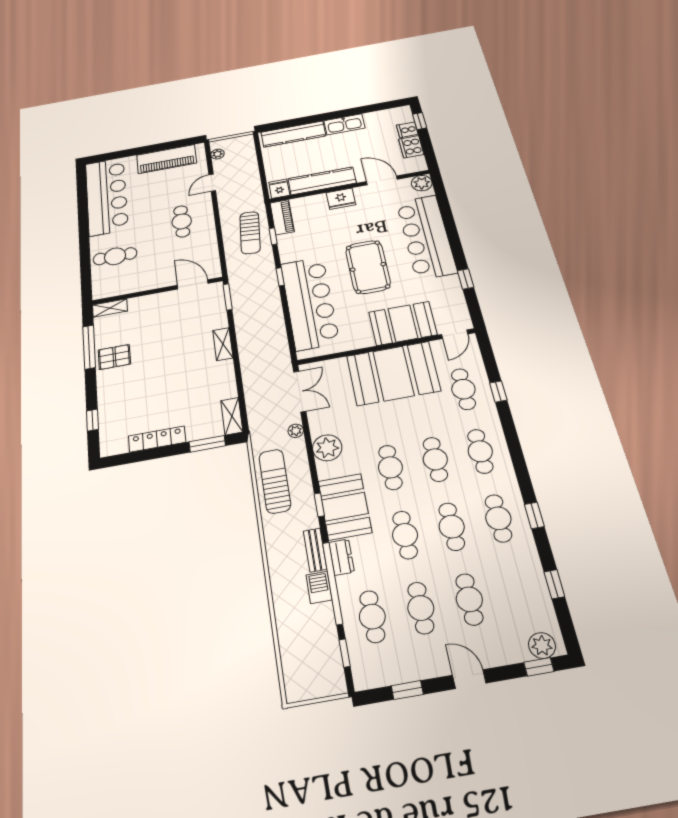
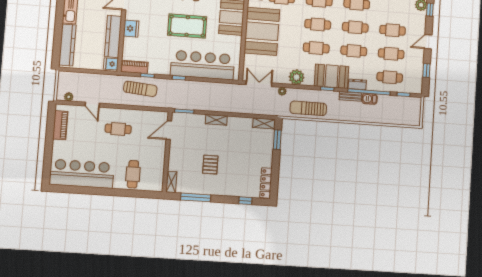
piano: (167, 159) -> (60, 125), width x0.73, depth x0.75
pallet: (114, 357) -> (210, 165), moved
locker: (157, 439) -> (266, 183), moved

